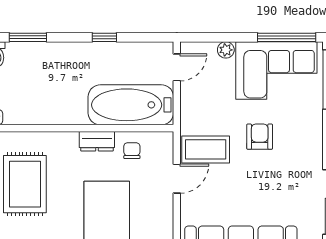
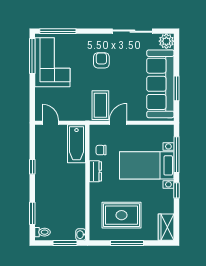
plant: (226, 50) -> (40, 93), removed
bathtub: (131, 105) -> (77, 144), width x0.73, depth x0.73
armchair: (260, 137) -> (101, 60), moved, turned 90
door: (177, 179) -> (118, 123), hinge flipped

